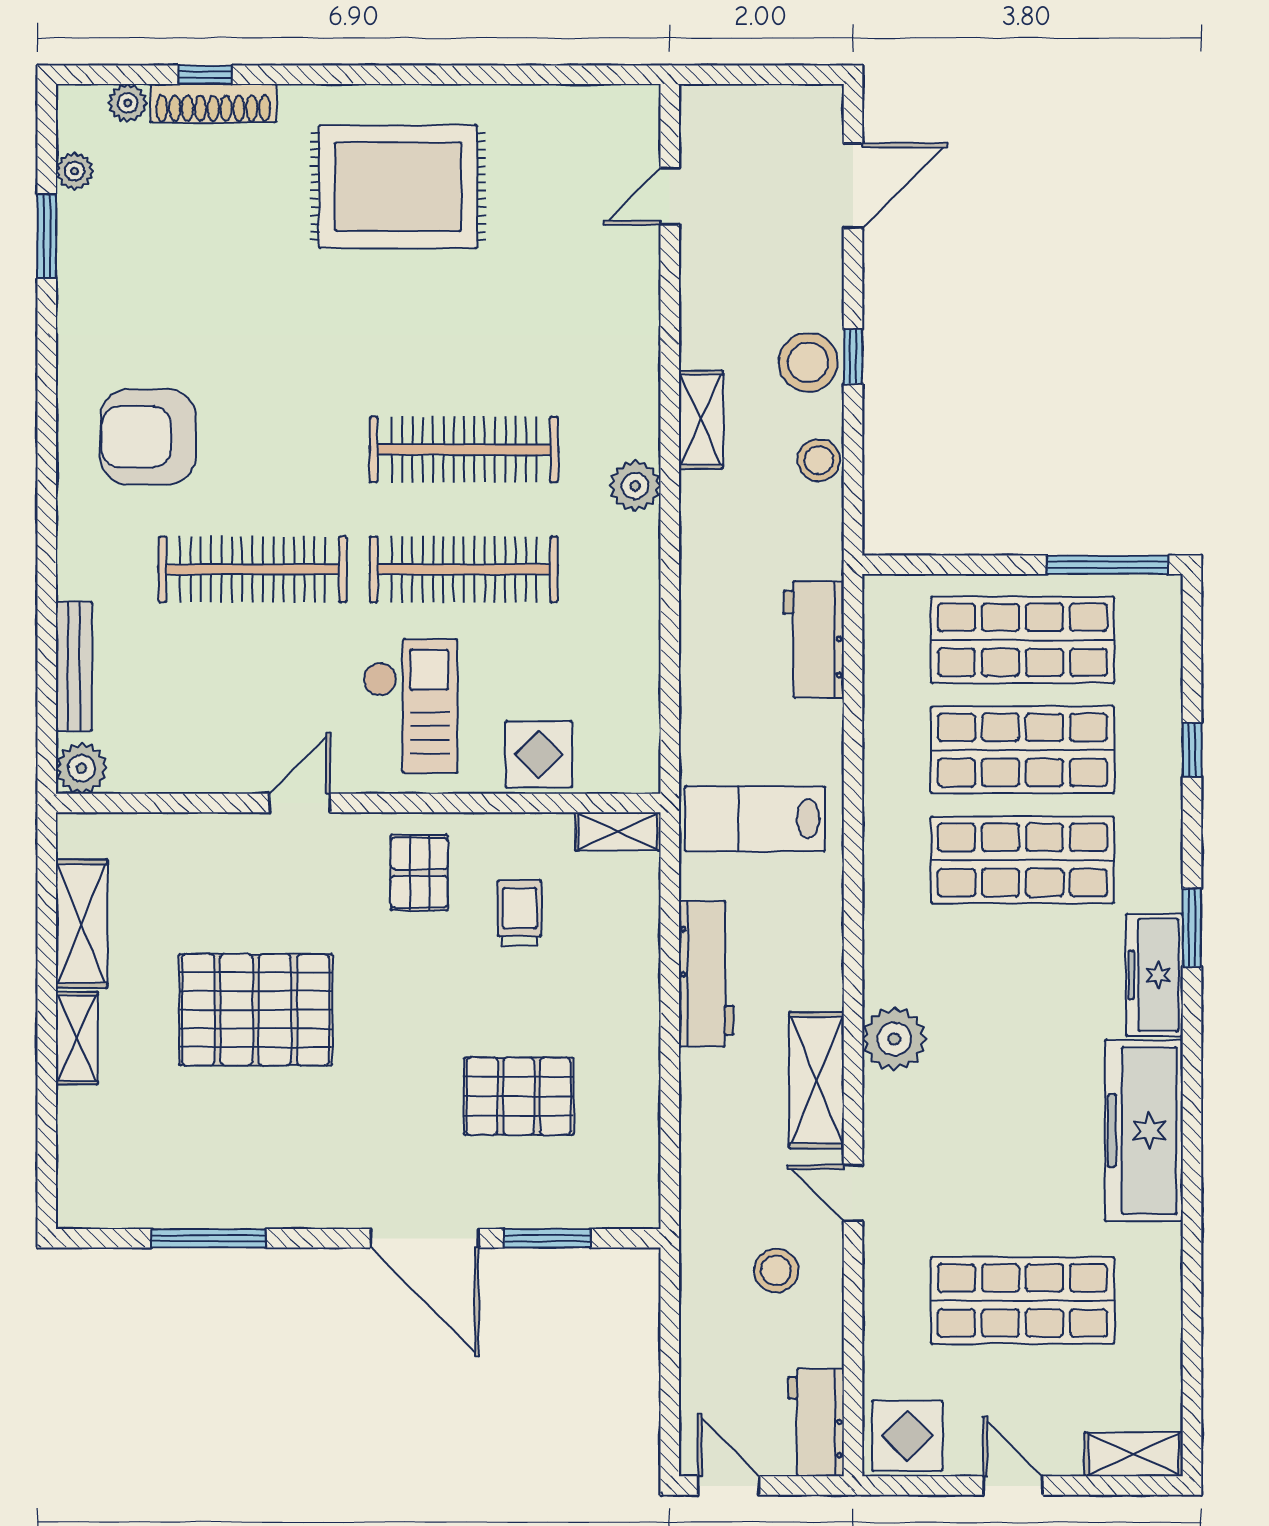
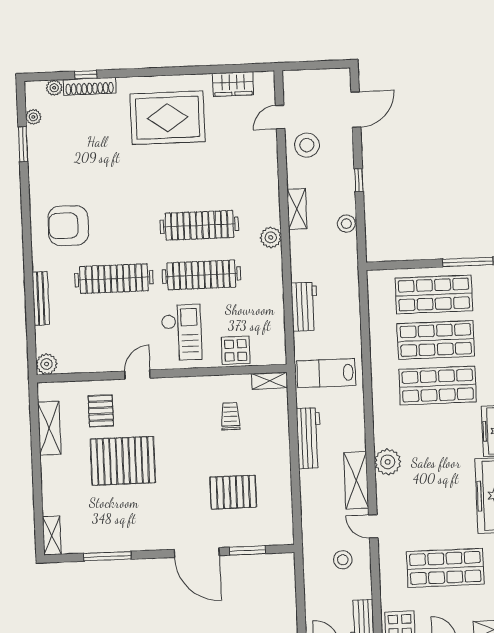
wardrobe: (560, 112) -> (233, 84), added
stool: (808, 362) -> (307, 145), moved
workbench: (814, 639) -> (304, 307), moved, turned 180
bench: (74, 667) -> (41, 298), moved
pallet: (419, 873) -> (101, 411), moved
shelving: (77, 1038) -> (52, 535), moved

